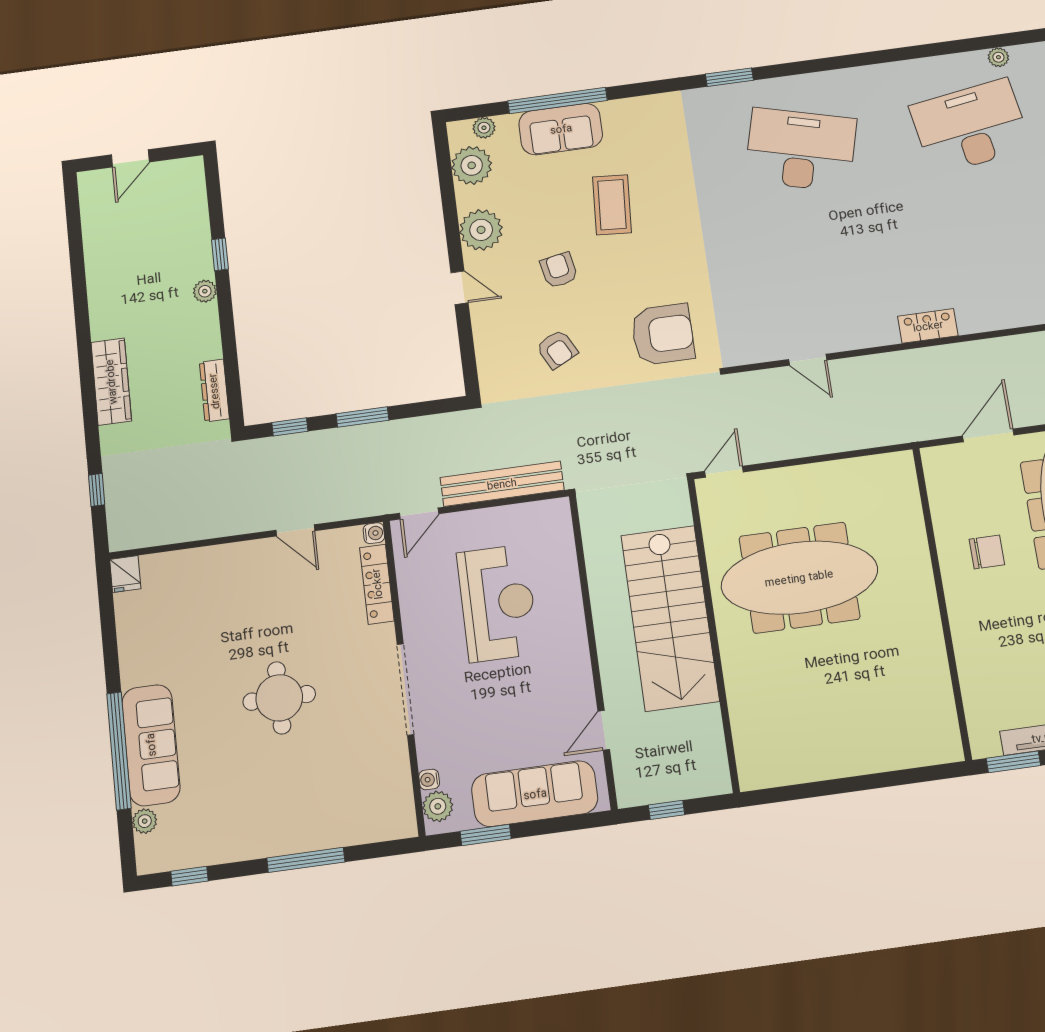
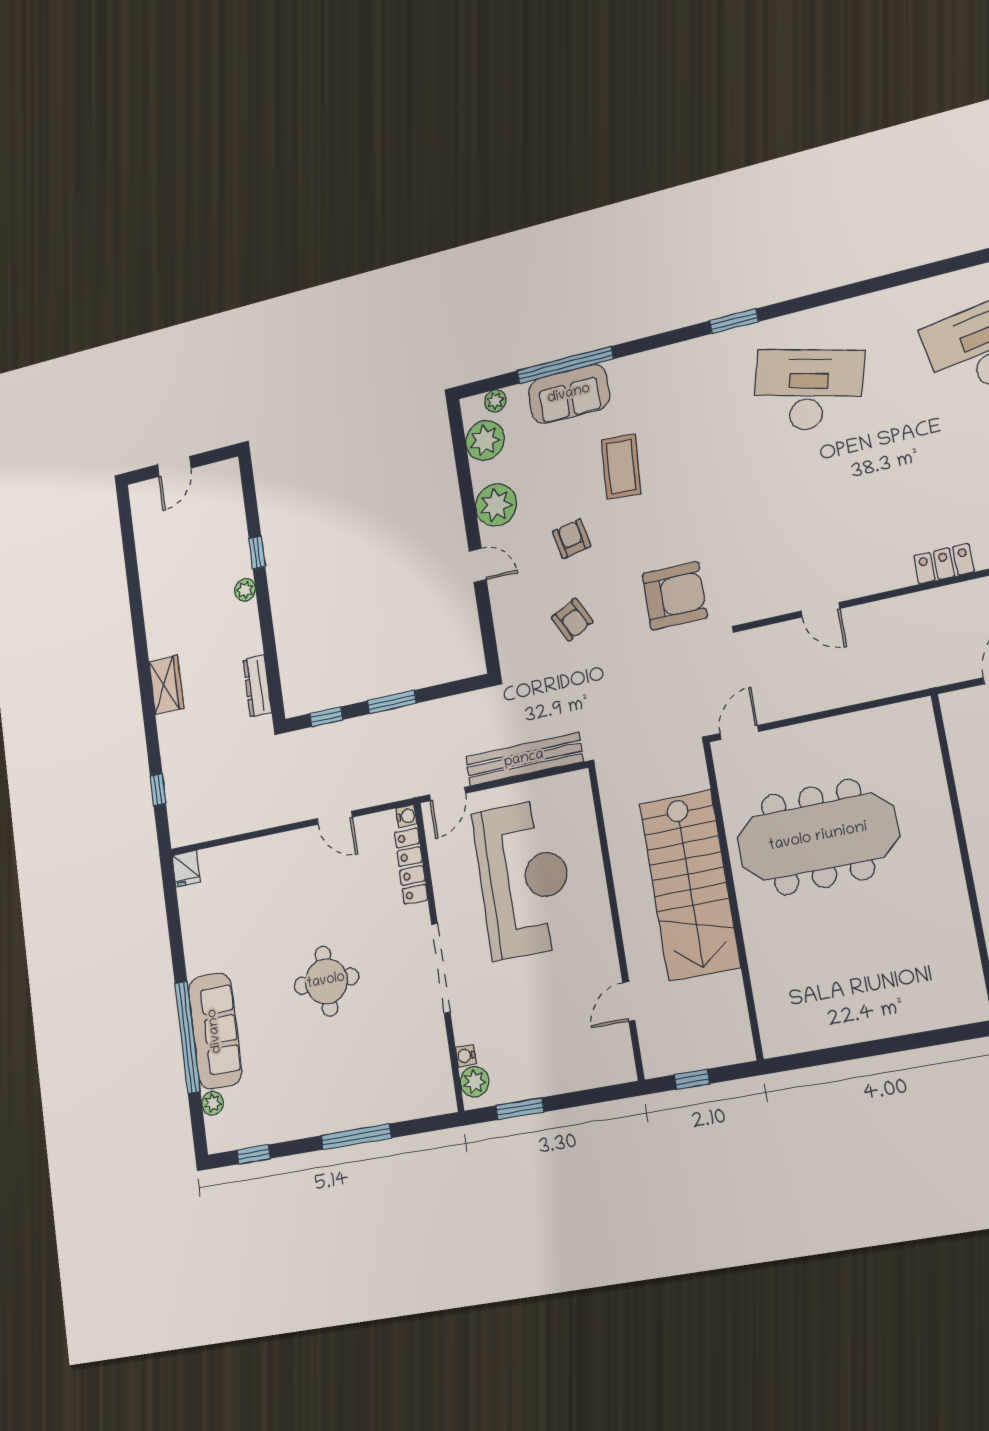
wardrobe: (111, 382) -> (166, 685), width x0.67
reception desk: (498, 603) -> (524, 879), width x1.36, depth x1.30
sofa: (535, 794) -> (565, 1067), removed

